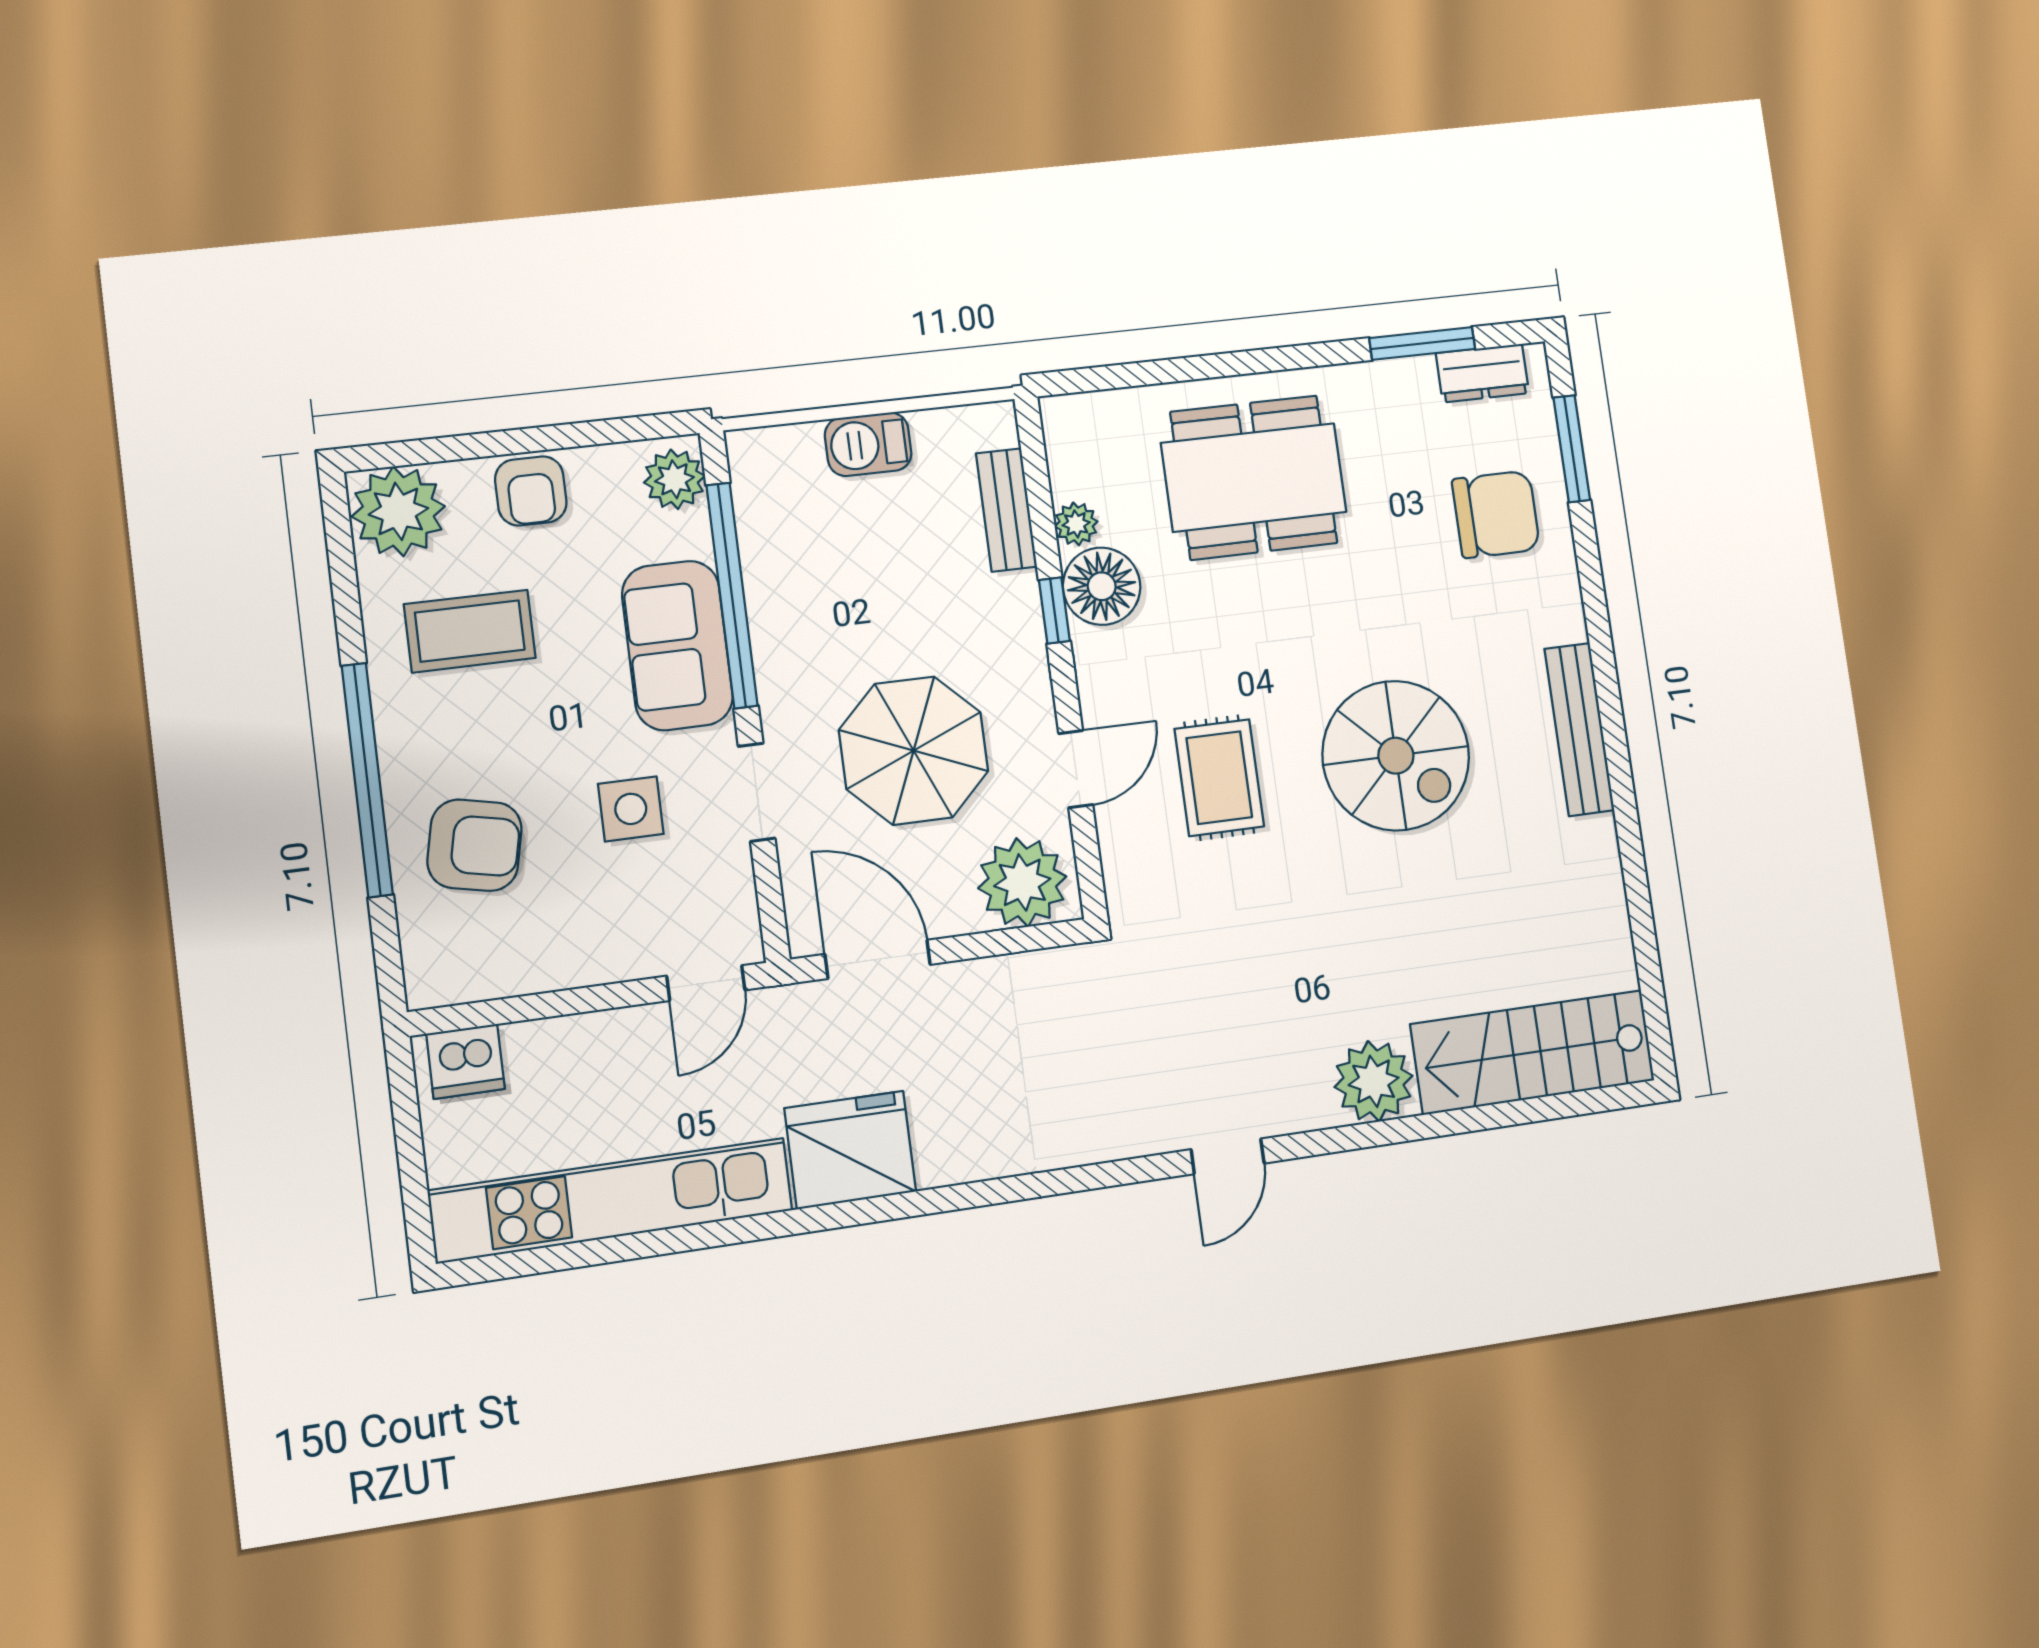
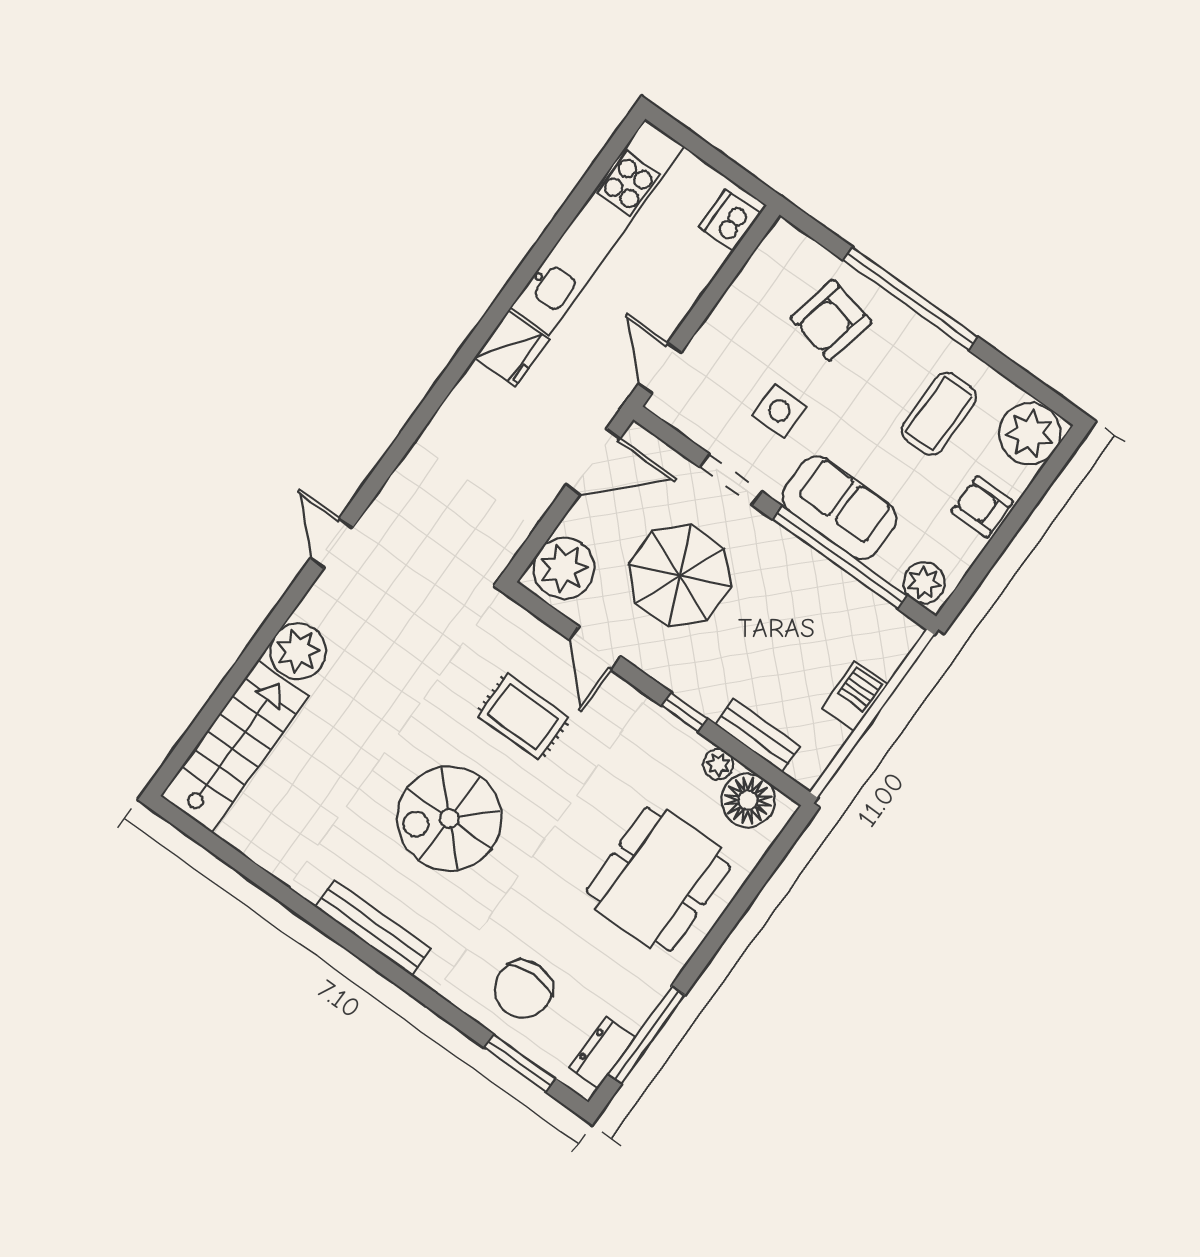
window: (1422, 343) -> (647, 1035), width x1.44
floor lamp: (1102, 586) -> (748, 800), moved
fridge: (850, 1150) -> (512, 348), width x0.73, depth x0.75

